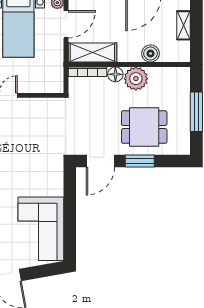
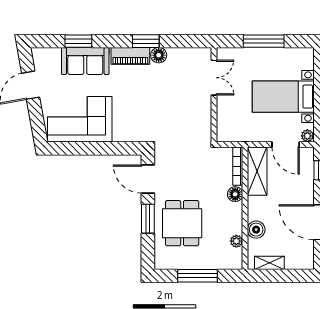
shelving: (184, 25) -> (269, 263), moved
plant: (136, 79) -> (236, 241), moved, width x0.53, depth x0.53

